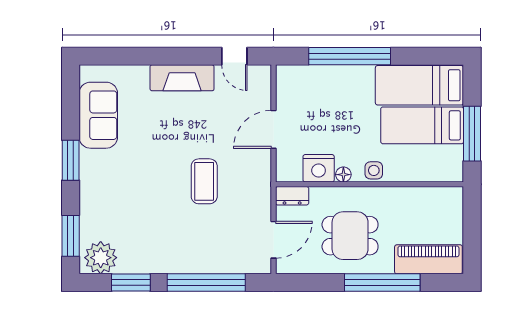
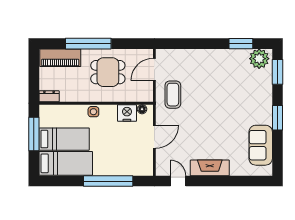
floor lamp: (343, 175) -> (142, 109), moved
coffee table: (204, 181) -> (173, 95), moved
dresser: (292, 196) -> (49, 96), moved
window: (206, 283) -> (195, 44), removed

